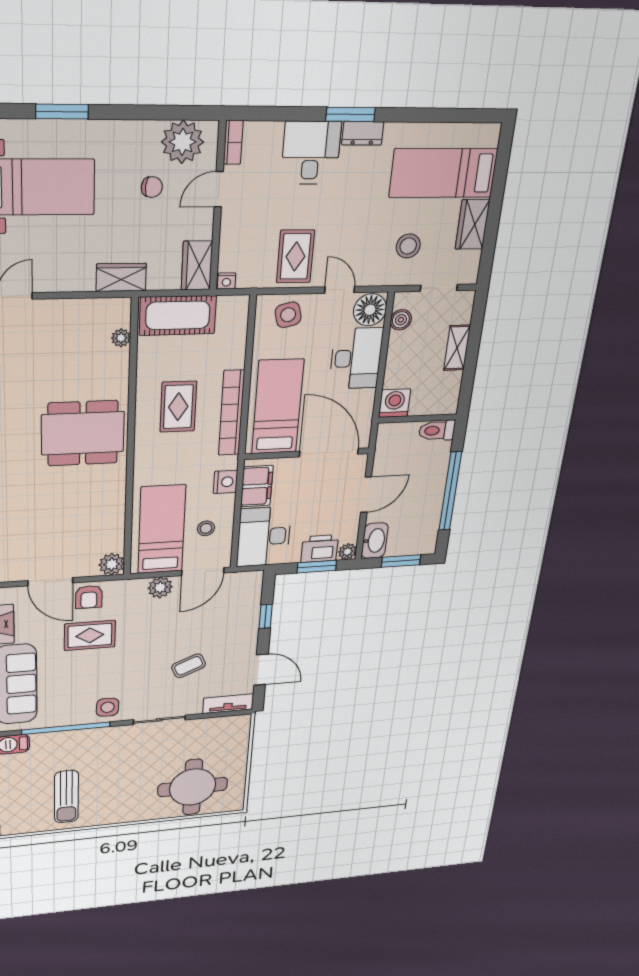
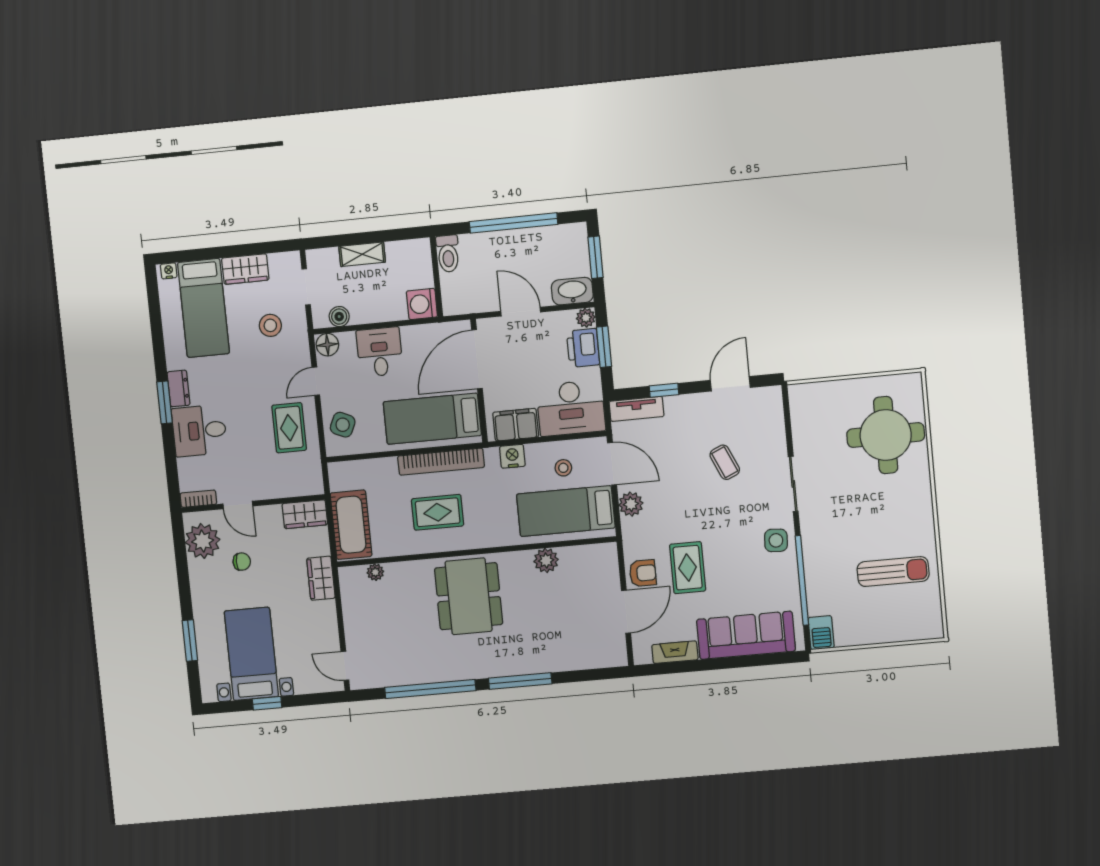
chair: (152, 187) -> (242, 562), turned 84
rug: (295, 256) -> (289, 428), turned 90
nightstand: (226, 281) -> (169, 271), moved, turned -90
floor lamp: (370, 310) -> (327, 345), width x0.73, depth x0.73
side table: (288, 315) -> (343, 425), turned 38
desk: (356, 358) -> (380, 352), width x0.73
plant: (112, 564) -> (546, 560), moved
tv unit: (228, 704) -> (637, 409), moved, turned -90

